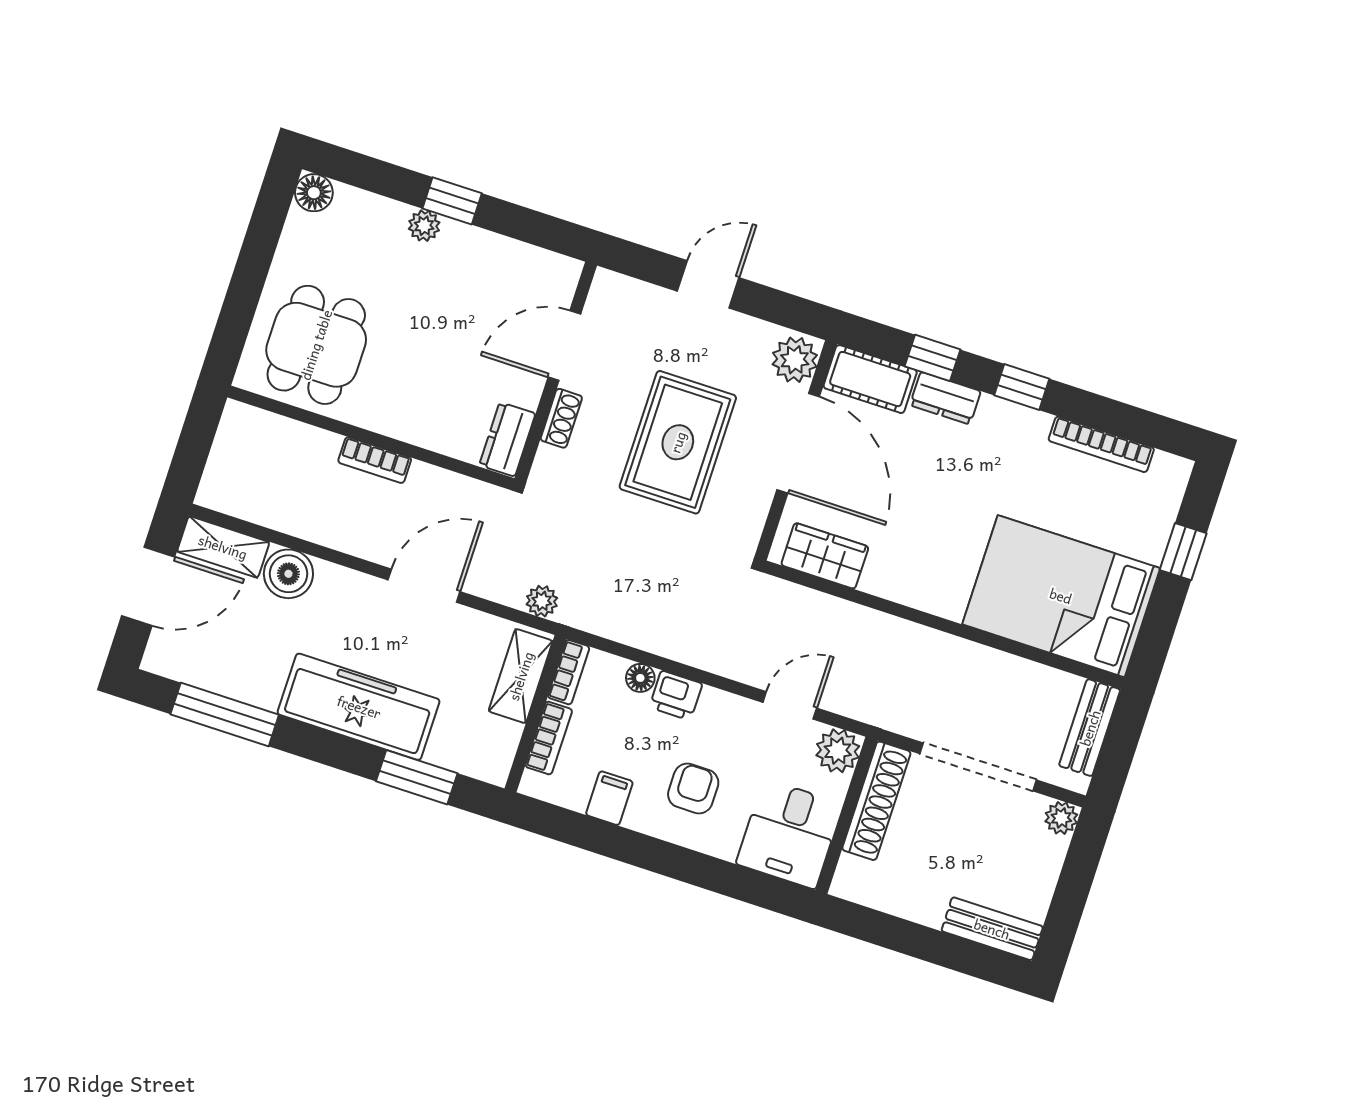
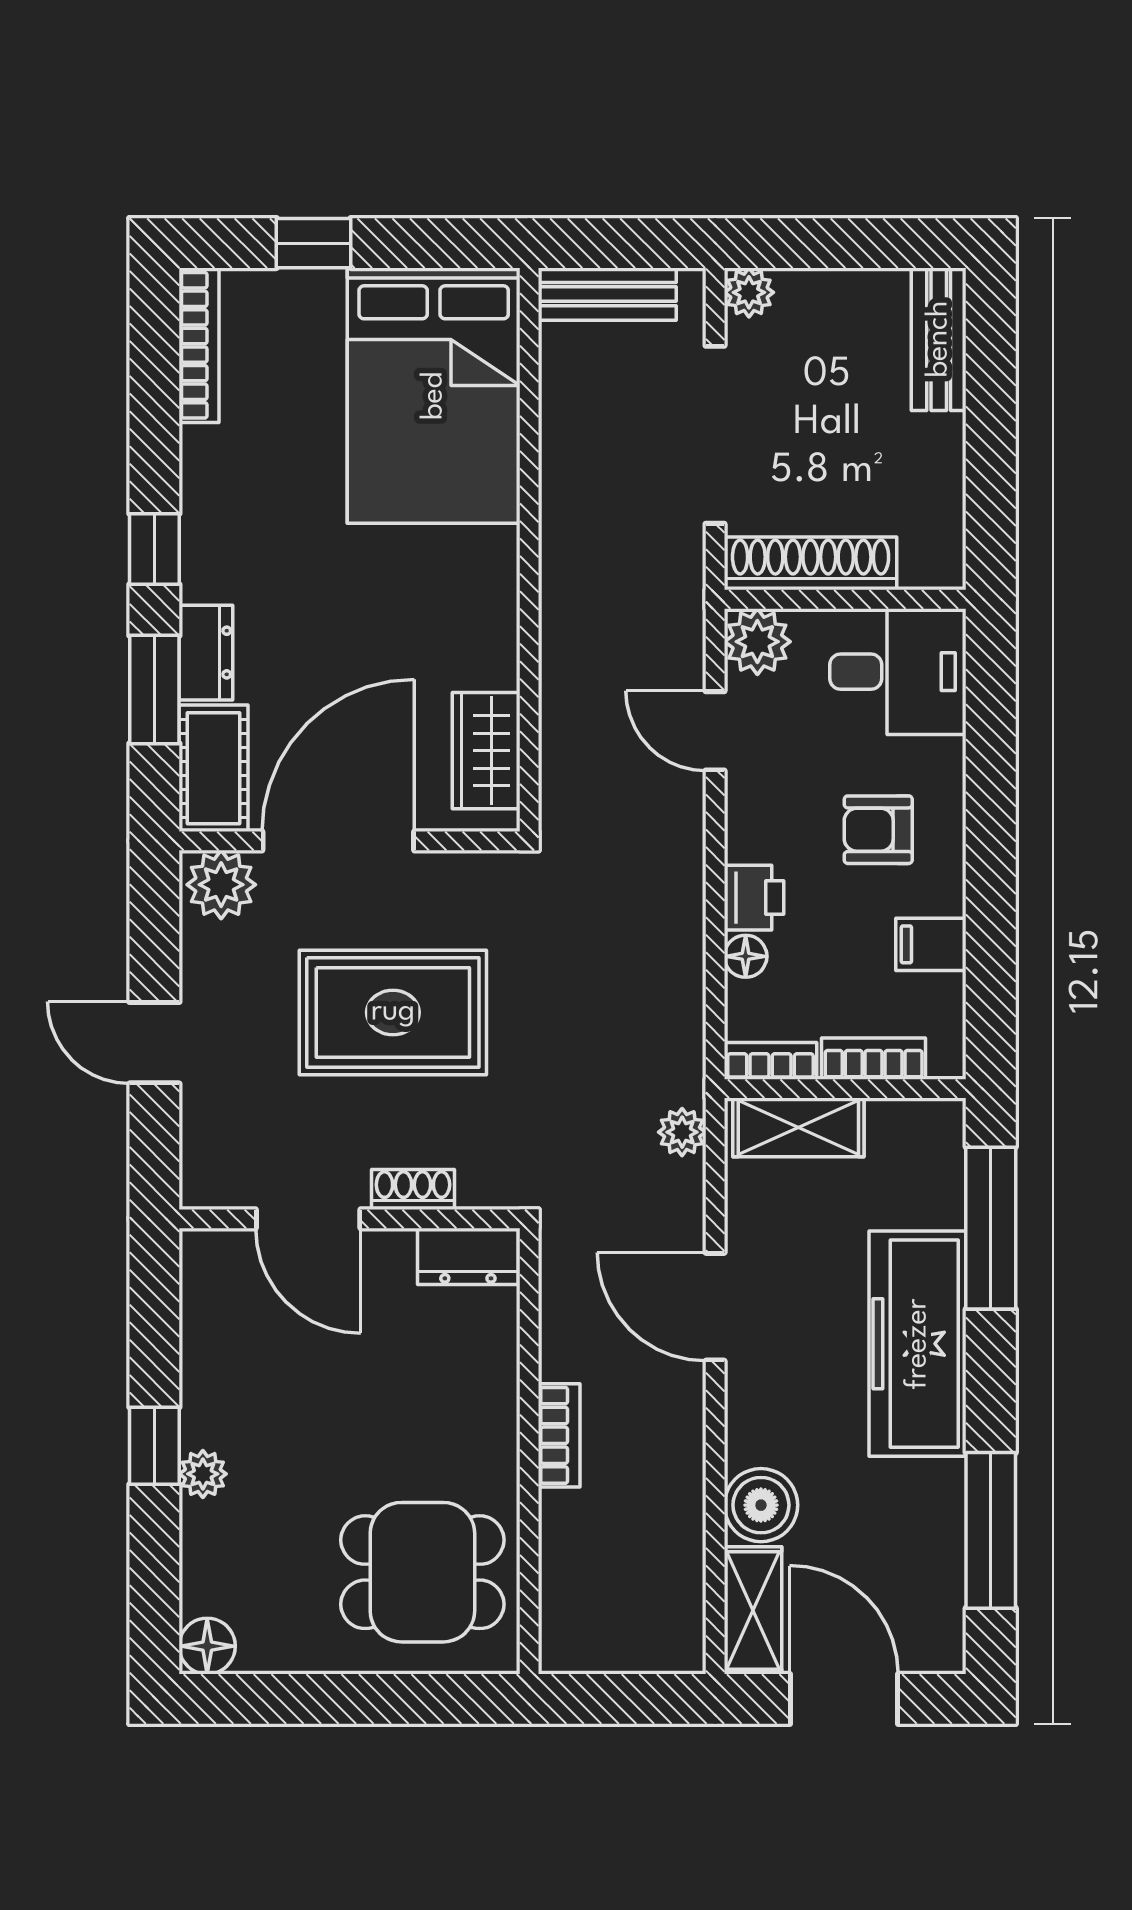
window: (933, 358) -> (154, 690), width x1.50
bookcase: (1101, 444) -> (199, 345), moved
window: (417, 777) -> (991, 1228), width x1.44

